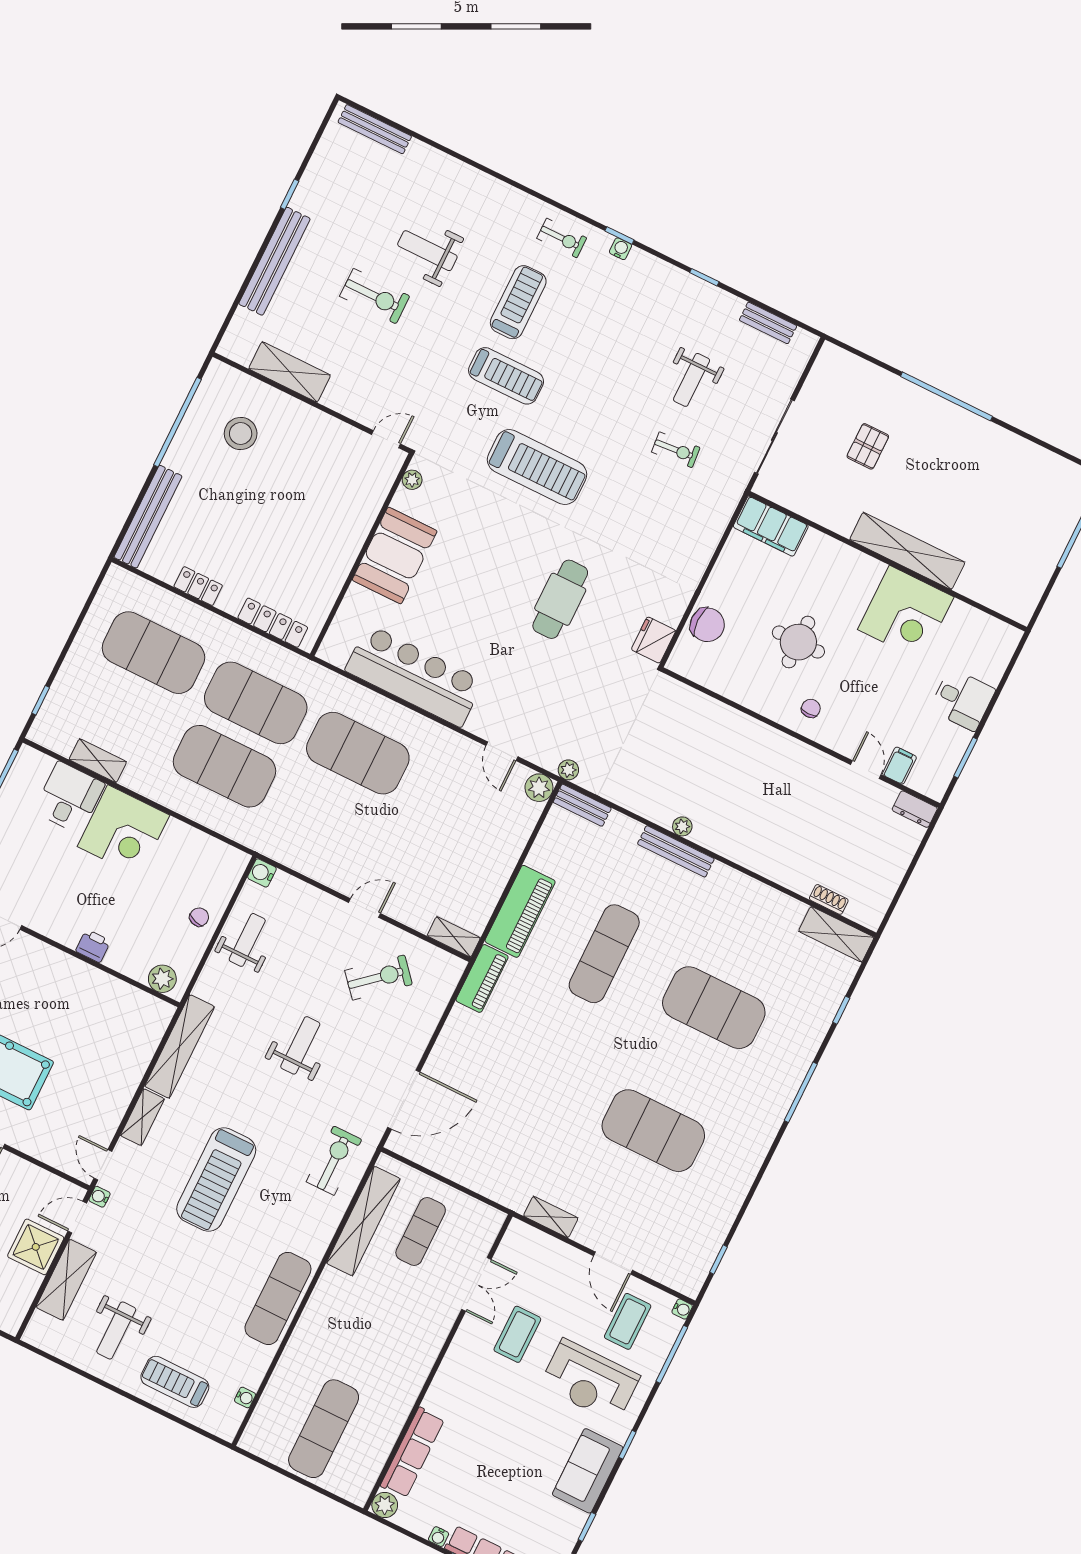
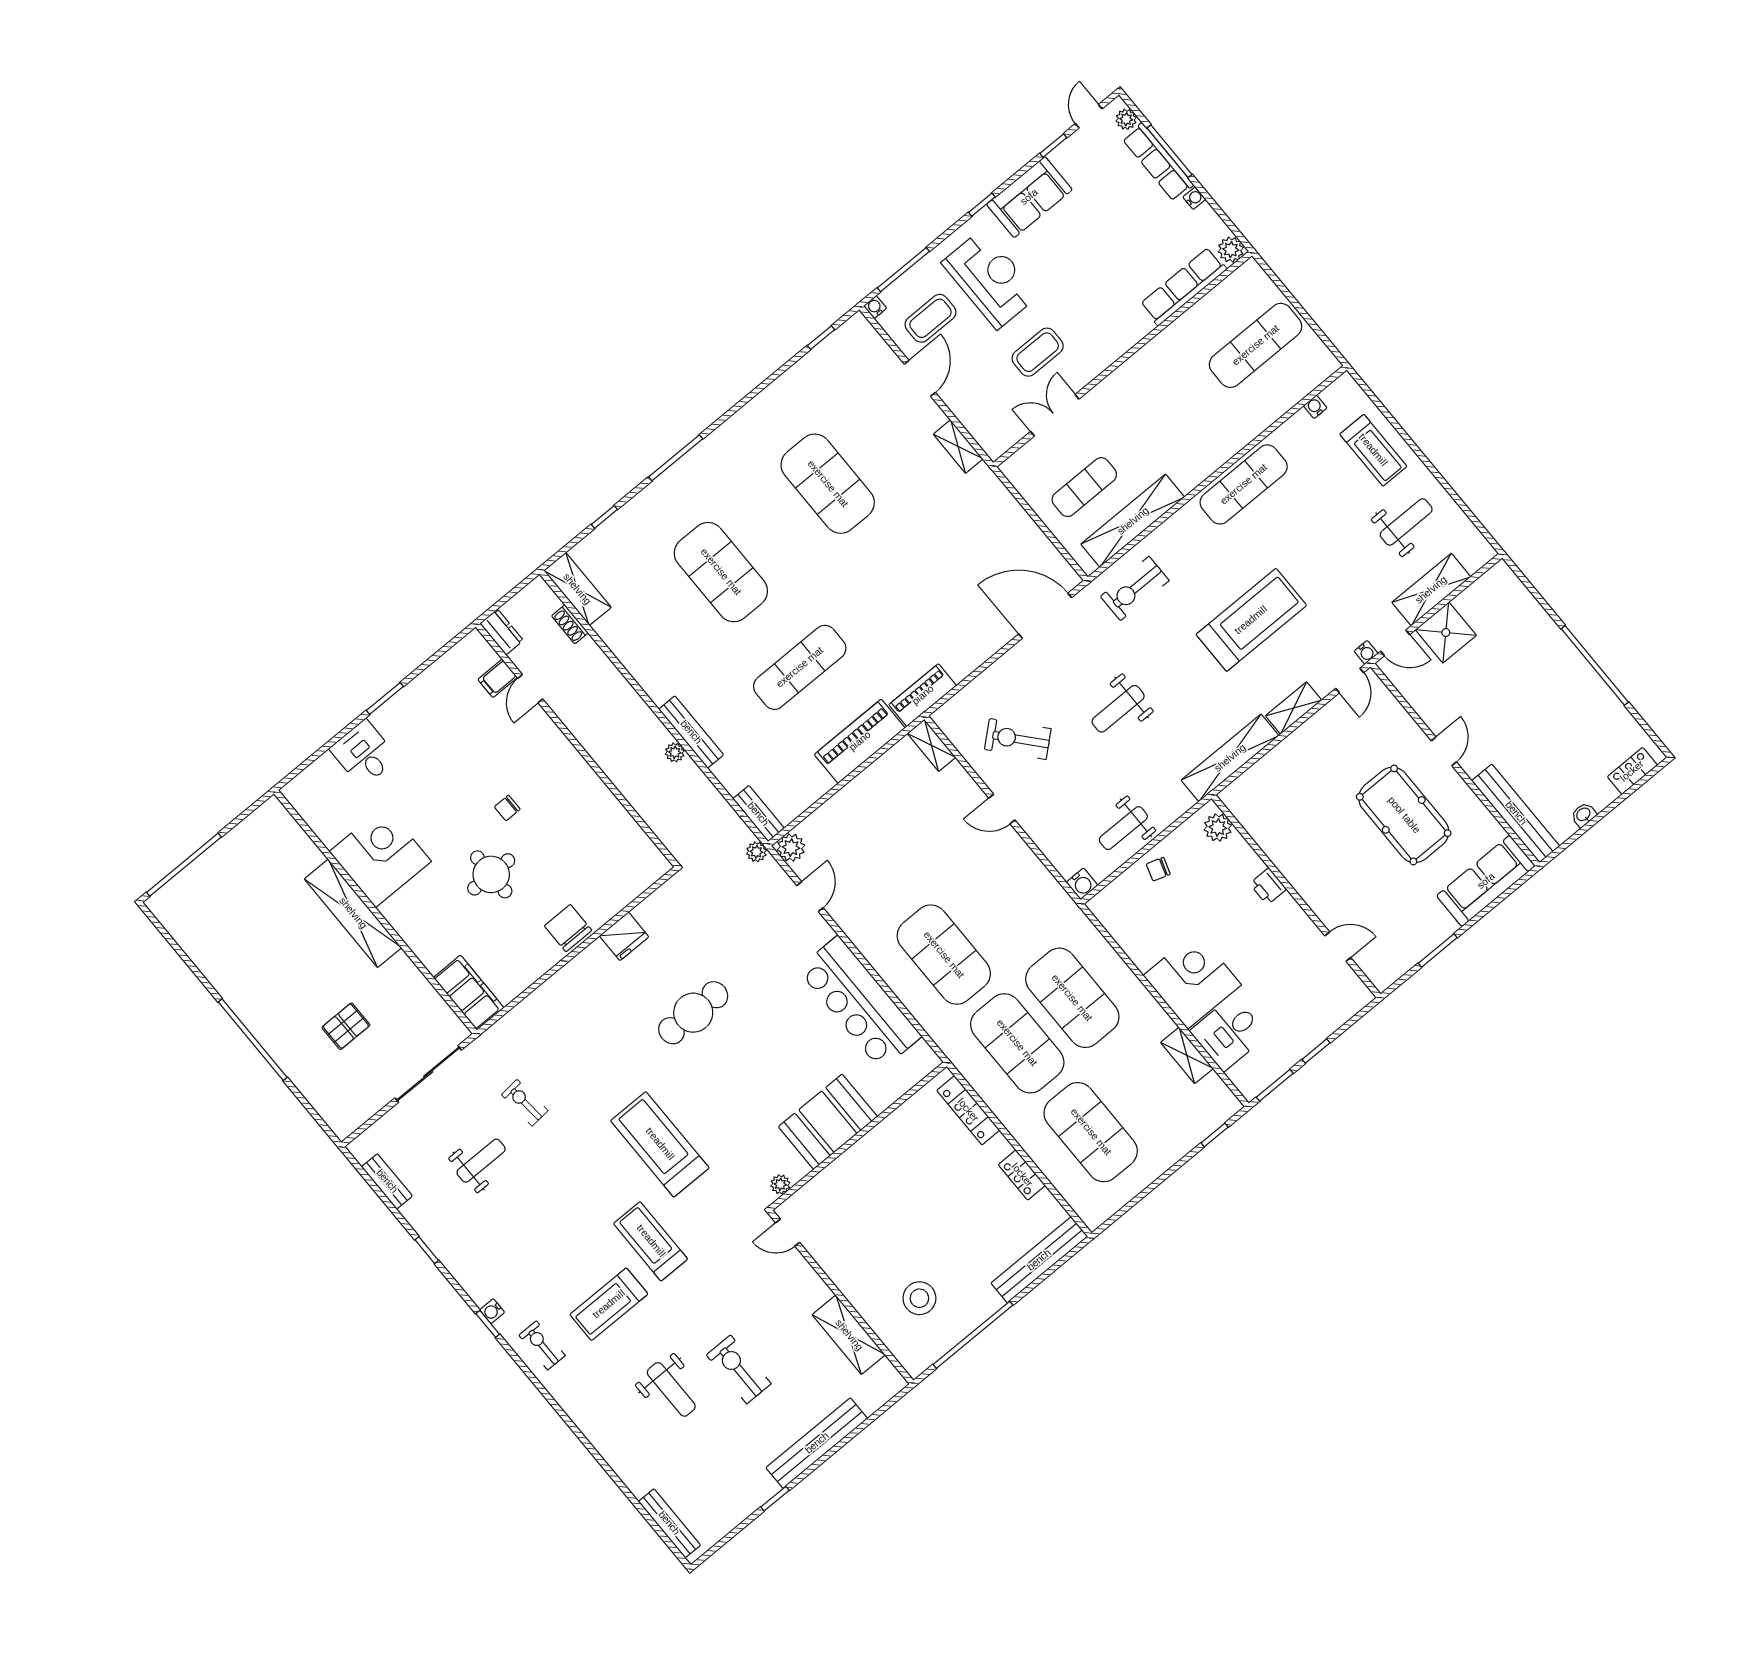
wall: (801, 738) -> (577, 745), moved
filing cabinet: (899, 766) -> (498, 678), moved
door: (866, 770) -> (530, 689), moved
dresser: (915, 809) -> (502, 632), moved

